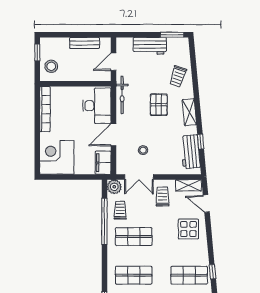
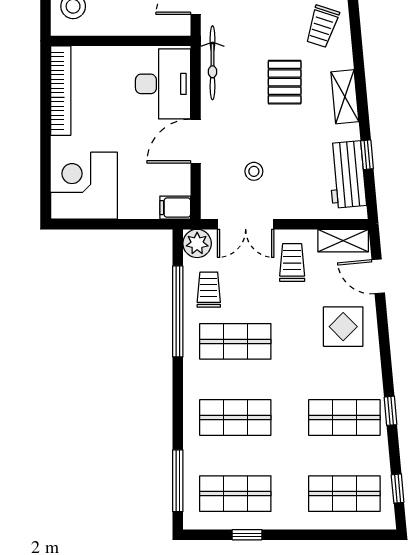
filing cabinet: (103, 163) -> (175, 208), width x0.50

